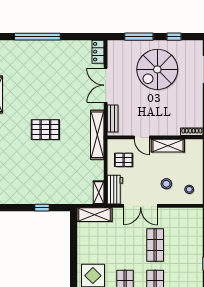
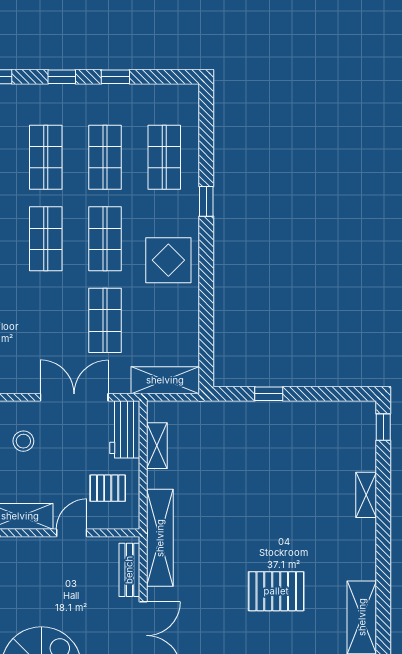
pallet: (45, 130) -> (276, 591), moved
door: (142, 137) -> (72, 533), hinge flipped
shelving: (99, 193) -> (157, 446), moved
shop shelf: (155, 245) -> (105, 320), moved

